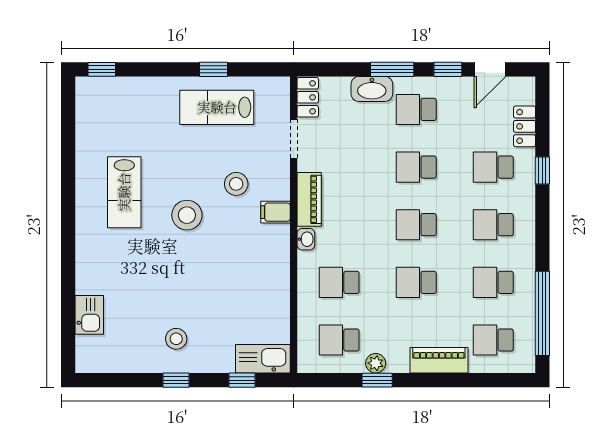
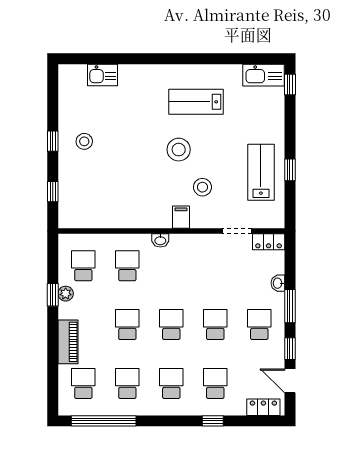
washbasin: (372, 89) -> (278, 283), width x0.52, depth x0.69
locker: (525, 126) -> (263, 407), moved
piano: (309, 199) -> (191, 243), removed
kitchen sink: (263, 359) -> (263, 75), moved, turned 90

